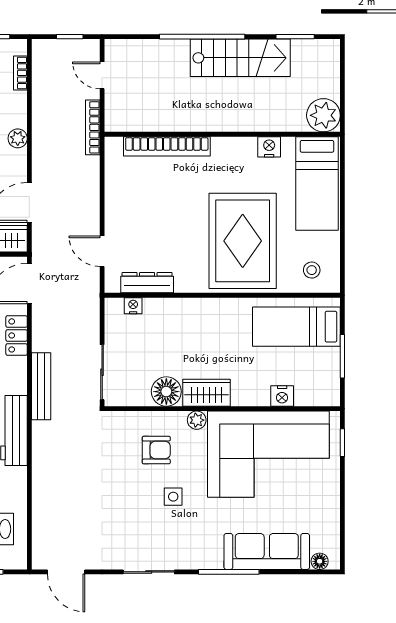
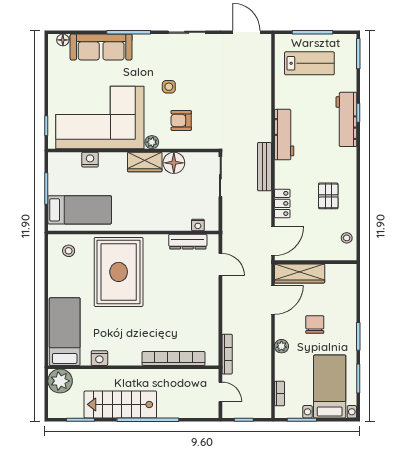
plant: (323, 115) -> (60, 381), moved
wall: (222, 134) -> (133, 367), moved
bookcase: (167, 146) -> (173, 358), moved
nightstand: (269, 147) -> (99, 358), moved
bed: (317, 183) -> (65, 332), moved

